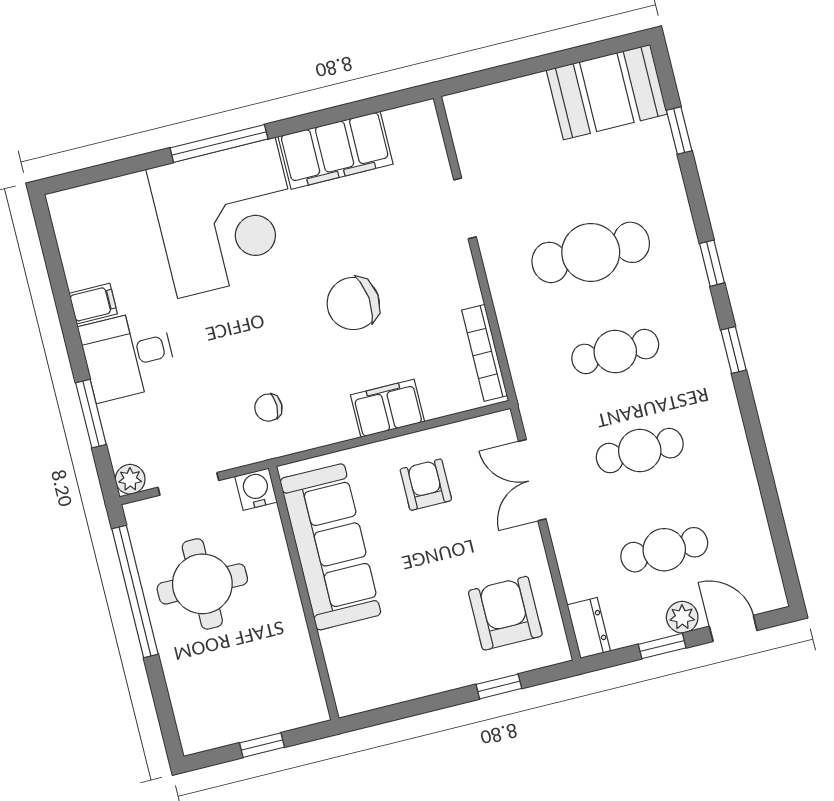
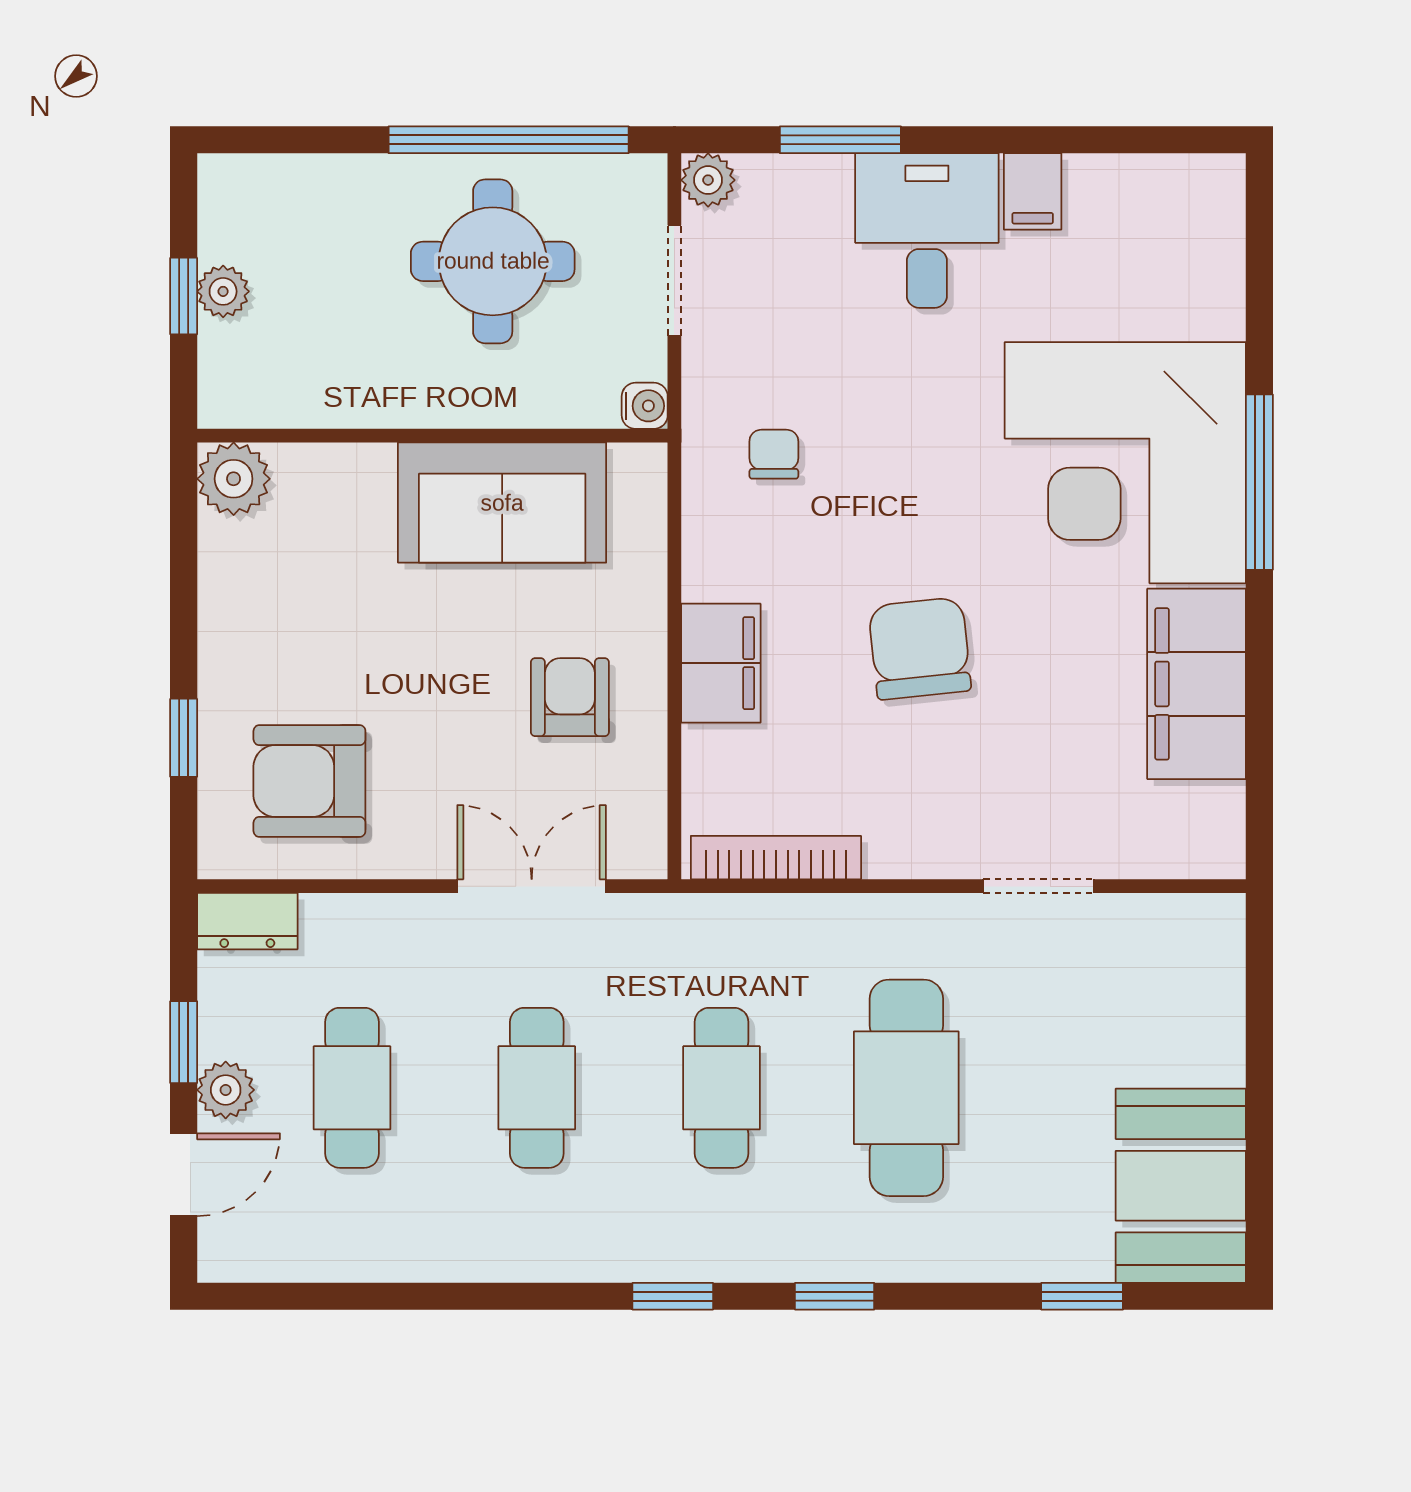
armchair: (426, 485) -> (570, 697), turned -90
water cooler: (256, 489) -> (645, 406), width x0.72, depth x0.72
sofa: (330, 547) -> (502, 503), width x0.73
armchair: (505, 613) -> (309, 781), turned 180
plant: (353, 694) -> (234, 479), added
plant: (254, 725) -> (223, 291), added

